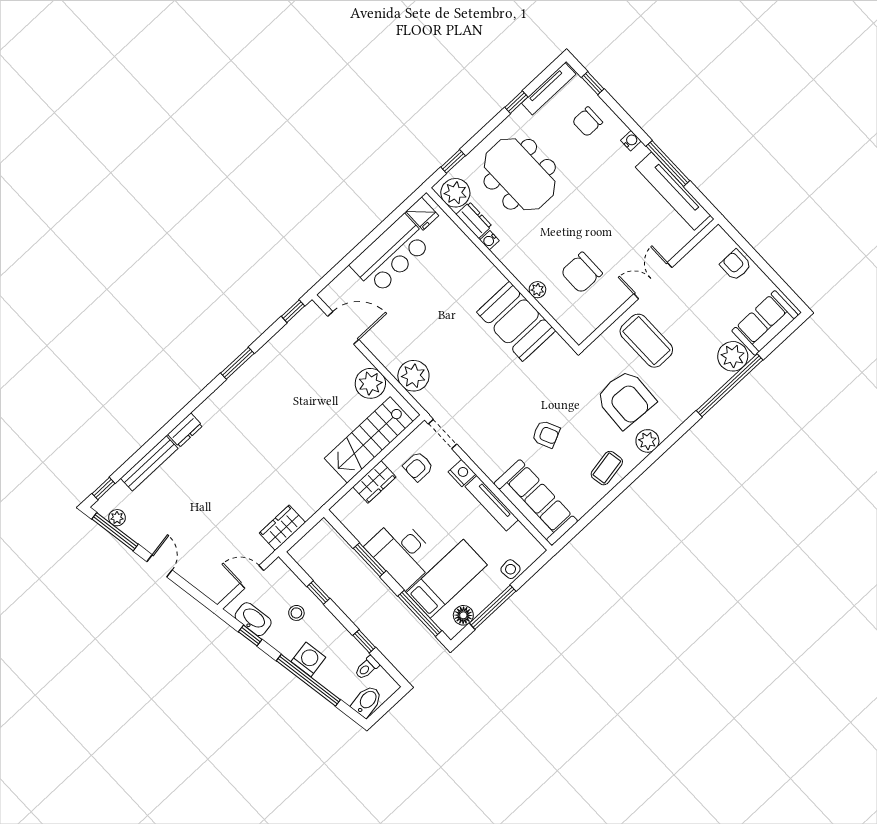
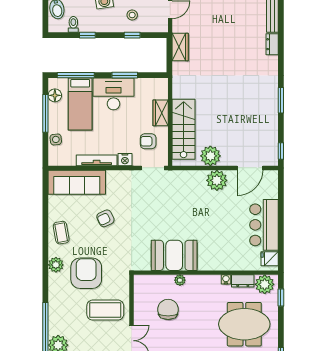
plant: (413, 376) -> (217, 180), moved
armchair: (626, 399) -> (86, 273), turned 87
armchair: (418, 466) -> (148, 141), turned -90

